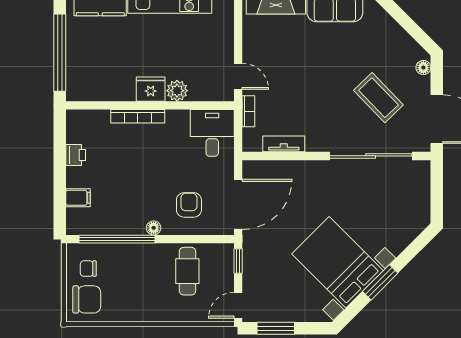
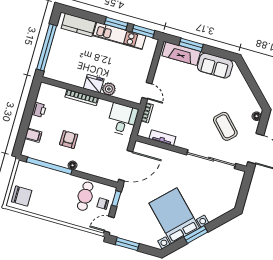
armchair: (189, 205) -> (69, 140), moved
chair: (88, 269) -> (103, 204), moved

